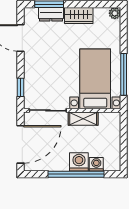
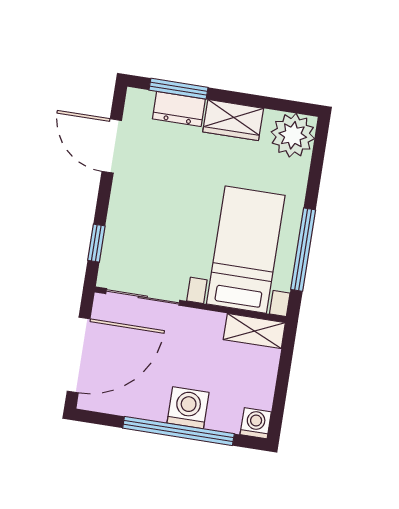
plant: (115, 13) -> (293, 135), width x1.88, depth x1.88
shelving: (83, 119) -> (254, 331), moved
washing machine: (96, 164) -> (256, 423), moved

